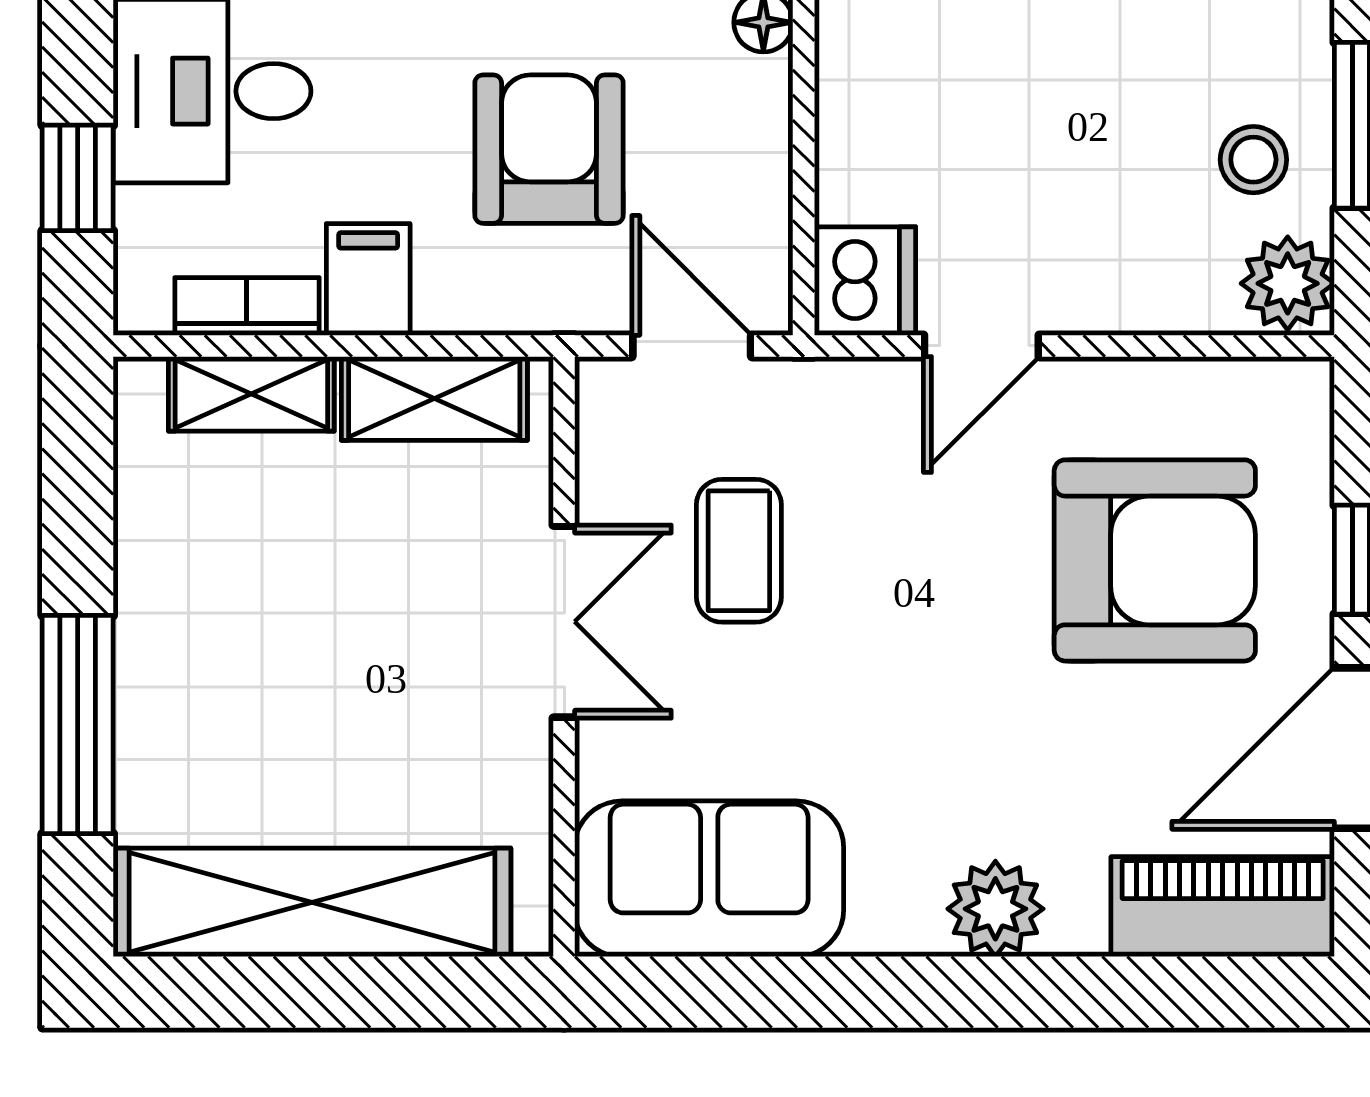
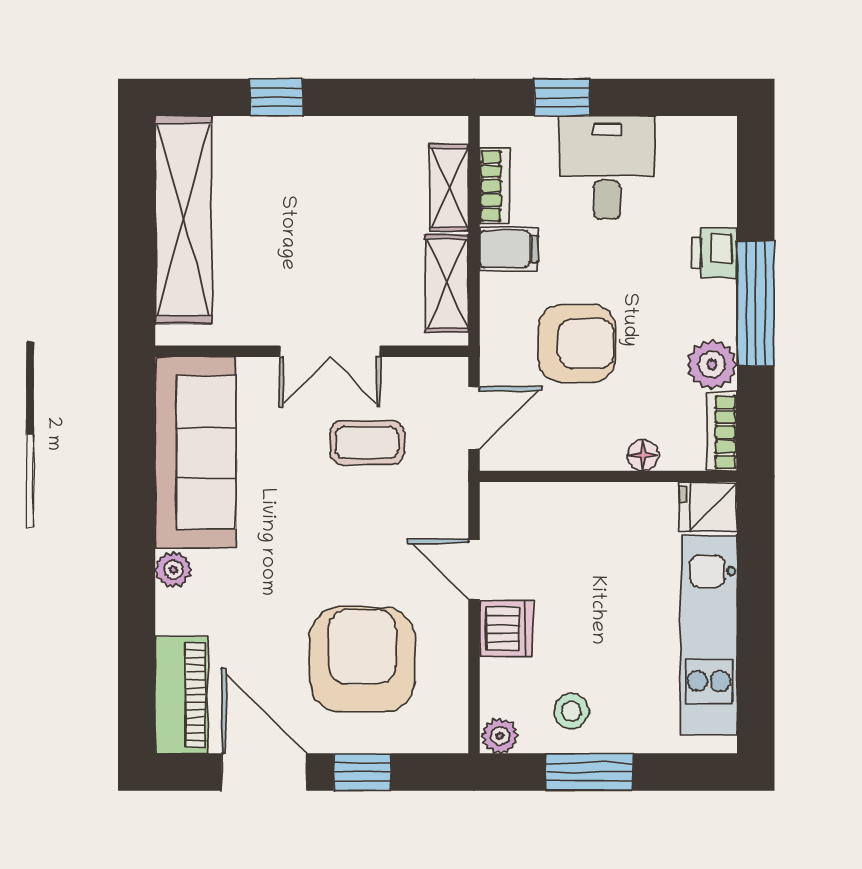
dishwasher: (865, 281) -> (506, 629), moved, turned -90
plant: (1288, 283) -> (500, 736), width x0.73, depth x0.73
armchair: (1155, 560) -> (362, 660), turned 180
window: (78, 725) -> (276, 97), width x0.46
sofa: (709, 879) -> (196, 452), width x1.36
plant: (995, 909) -> (173, 570), width x0.73, depth x0.73

